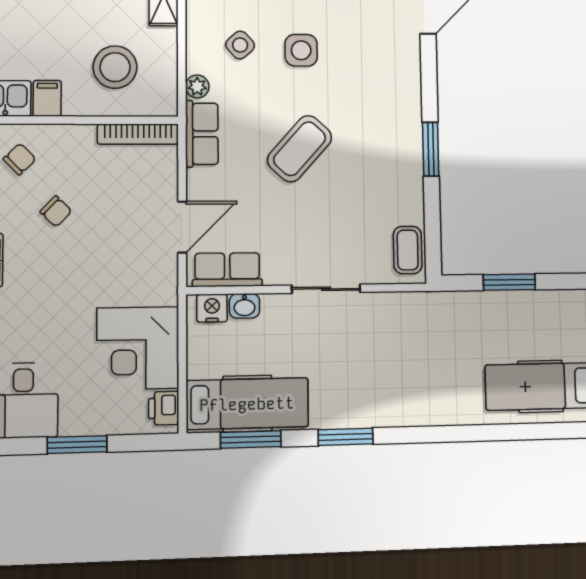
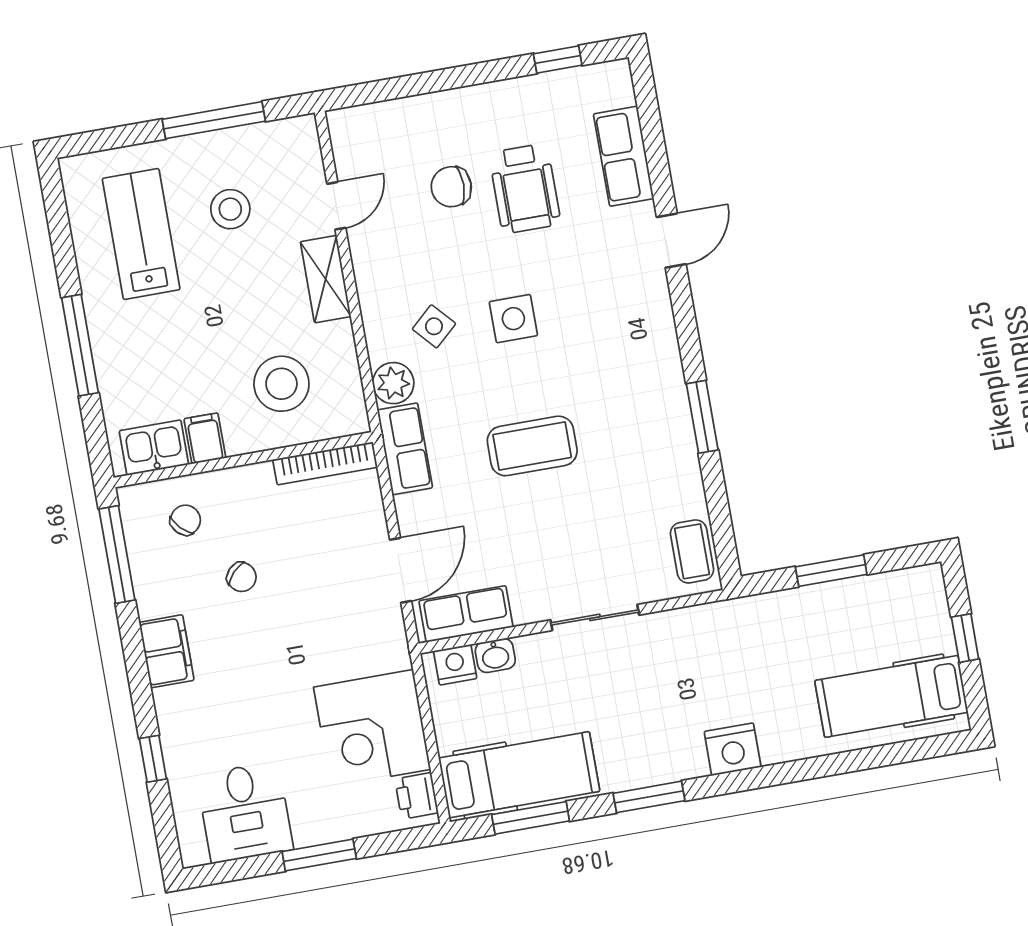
plant: (197, 86) -> (393, 383), width x1.38, depth x1.38
coffee table: (300, 149) -> (532, 446), turned 48
nightstand: (415, 409) -> (733, 749), added

